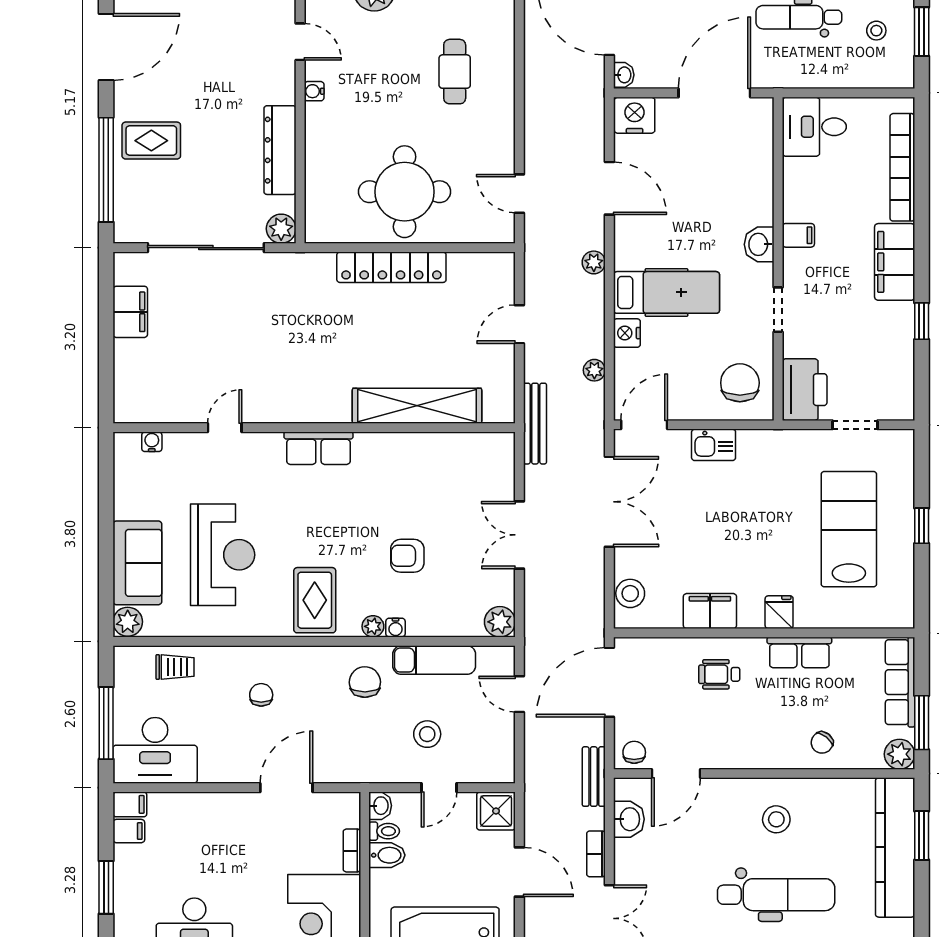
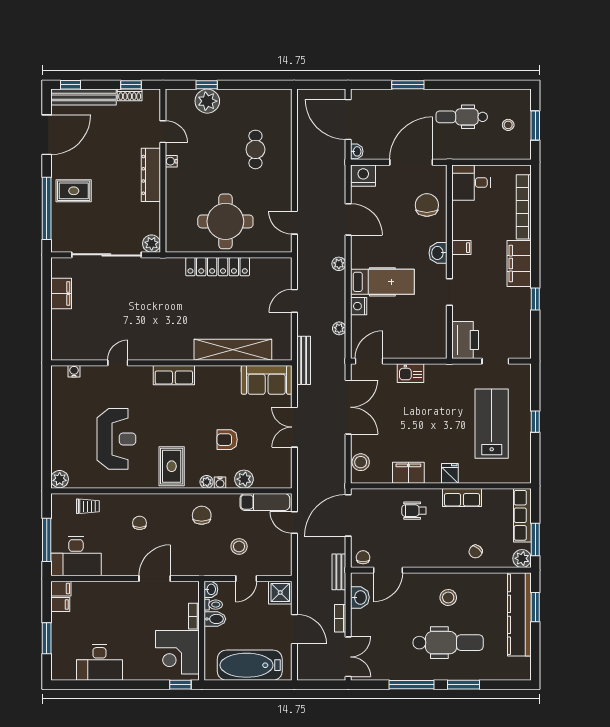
dresser: (280, 150) -> (151, 175), moved
chair: (740, 383) -> (427, 205), moved
sofa: (137, 563) -> (267, 380), moved, turned 90
plant: (500, 622) -> (244, 479), moved
exam couch: (434, 660) -> (265, 502), moved

